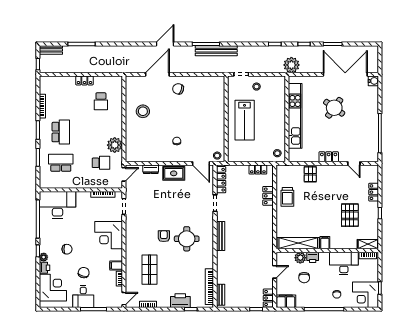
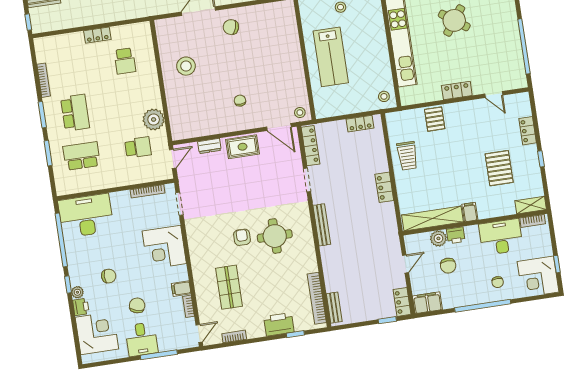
locker: (268, 196) -> (384, 187), moved

